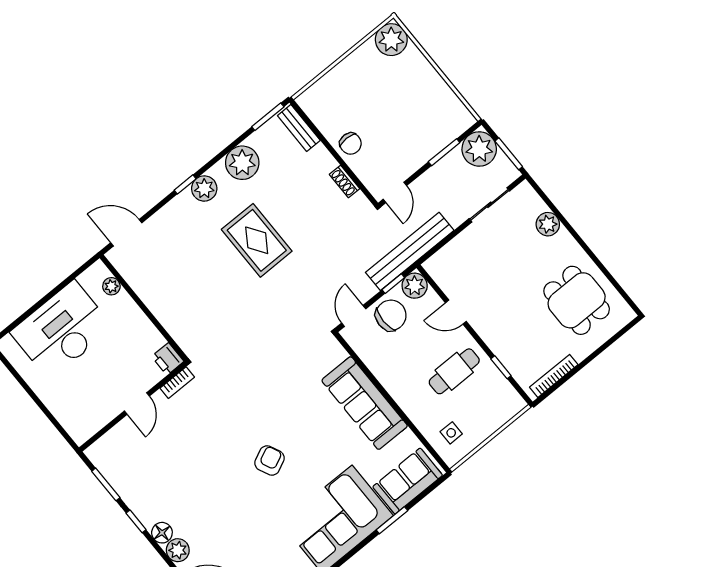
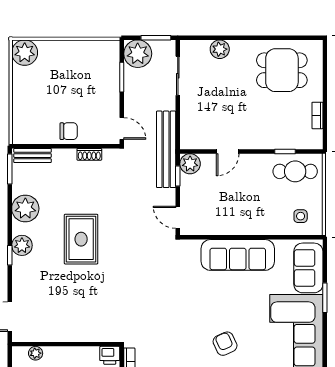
rug: (257, 240) -> (81, 239), turned 90
chair: (391, 315) -> (196, 194), removed
cafe table: (454, 371) -> (295, 171), moved, turned 90
bookcase: (554, 376) -> (317, 115), width x0.64

